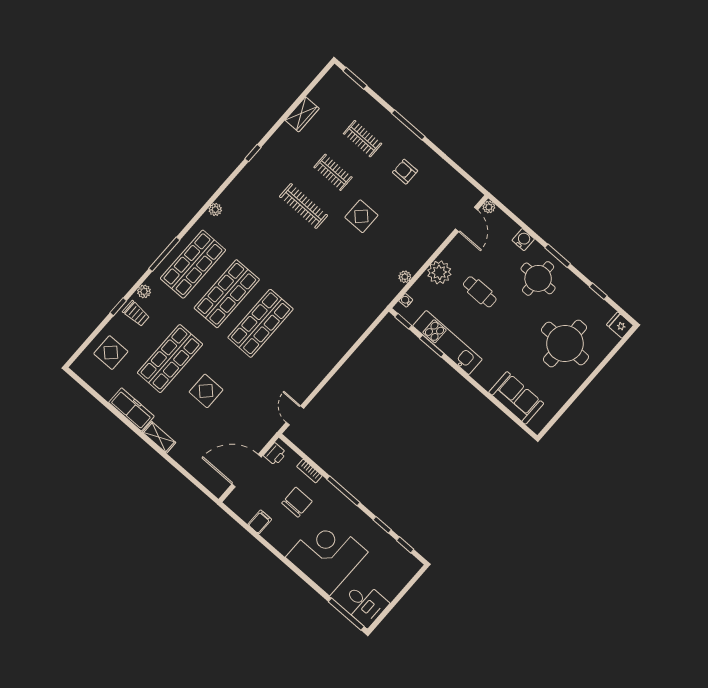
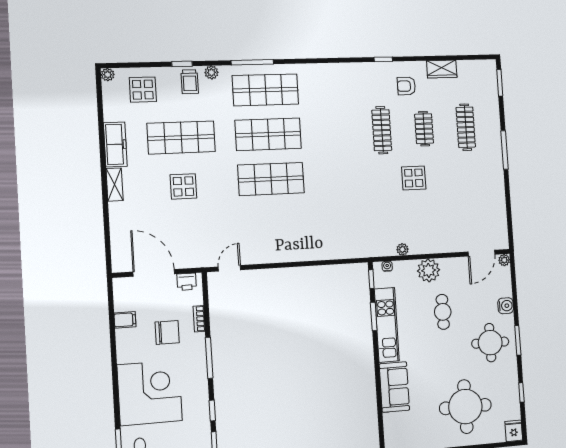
clothes rail: (363, 139) -> (466, 127), width x1.36
armchair: (405, 172) -> (406, 86), moved, turned -90
plant: (215, 210) -> (108, 75), moved
sofa: (516, 398) -> (394, 387), moved

